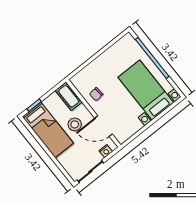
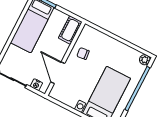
plant: (128, 39) -> (145, 60), added
stool: (75, 124) -> (48, 47), removed

